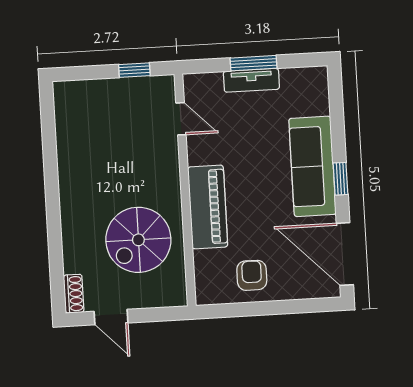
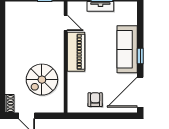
piano: (208, 207) -> (76, 52), moved
door: (345, 254) -> (140, 92), hinge flipped

